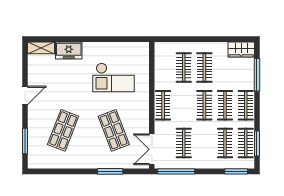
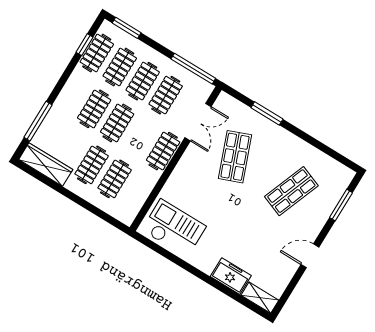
wardrobe: (241, 49) -> (46, 165), width x1.50
checkout: (113, 77) -> (174, 228), moved
clothes rail: (246, 105) -> (143, 81), moved
window: (257, 144) -> (85, 45), width x0.67
double door: (152, 149) -> (198, 122), moved

